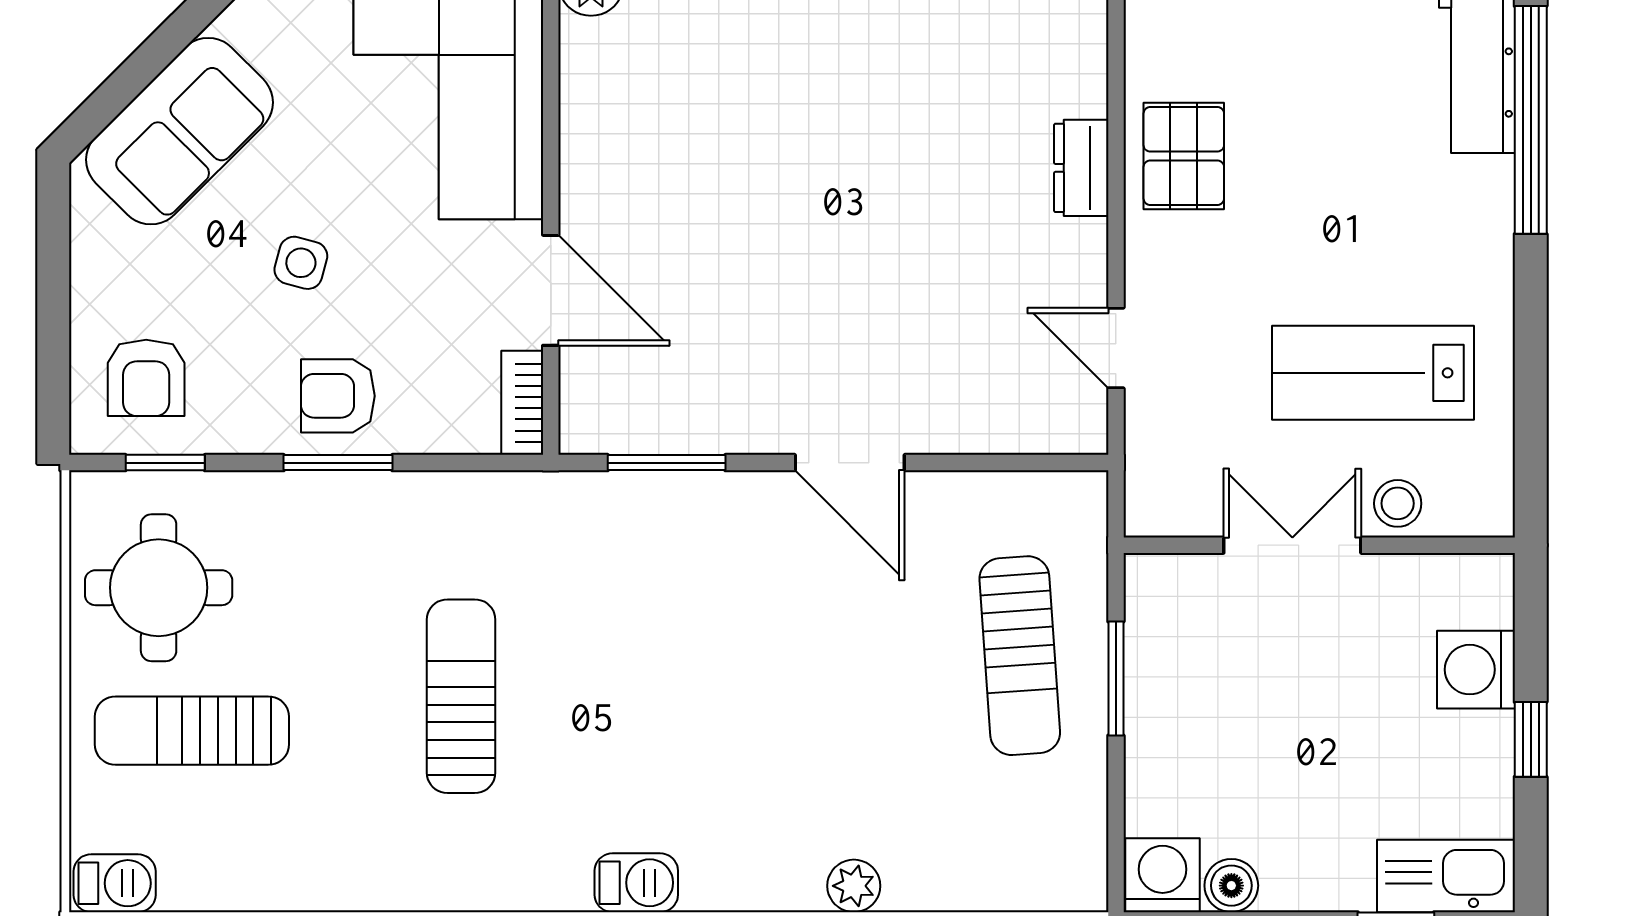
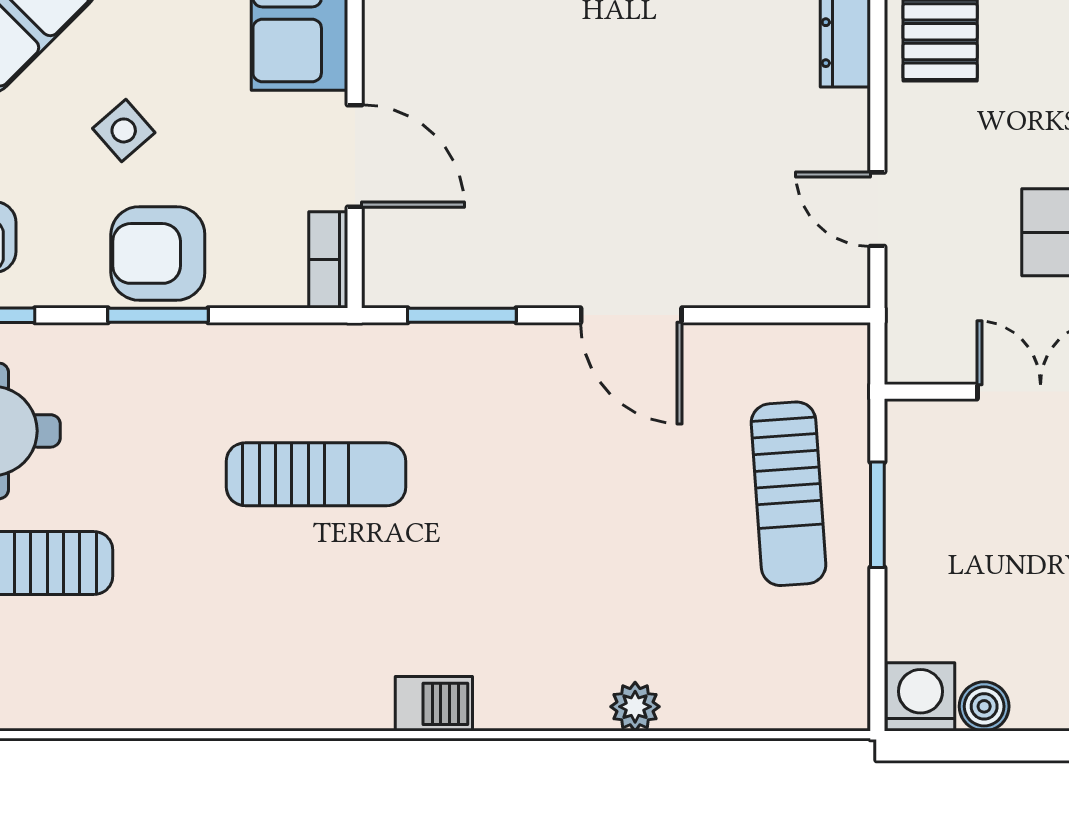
side table: (301, 263) -> (124, 130), turned 34
armchair: (338, 396) -> (158, 253), width x1.38, depth x1.38
sun lounger: (461, 696) -> (316, 474), moved, turned 90

